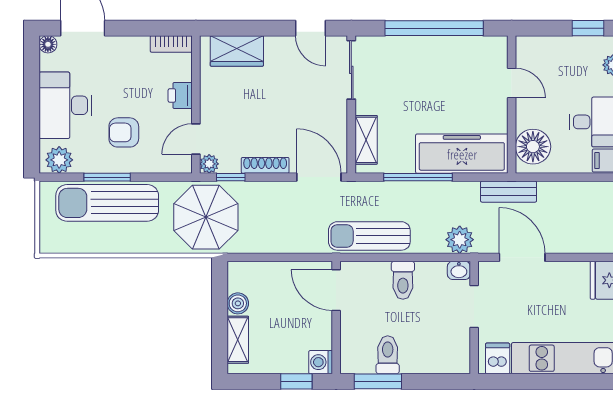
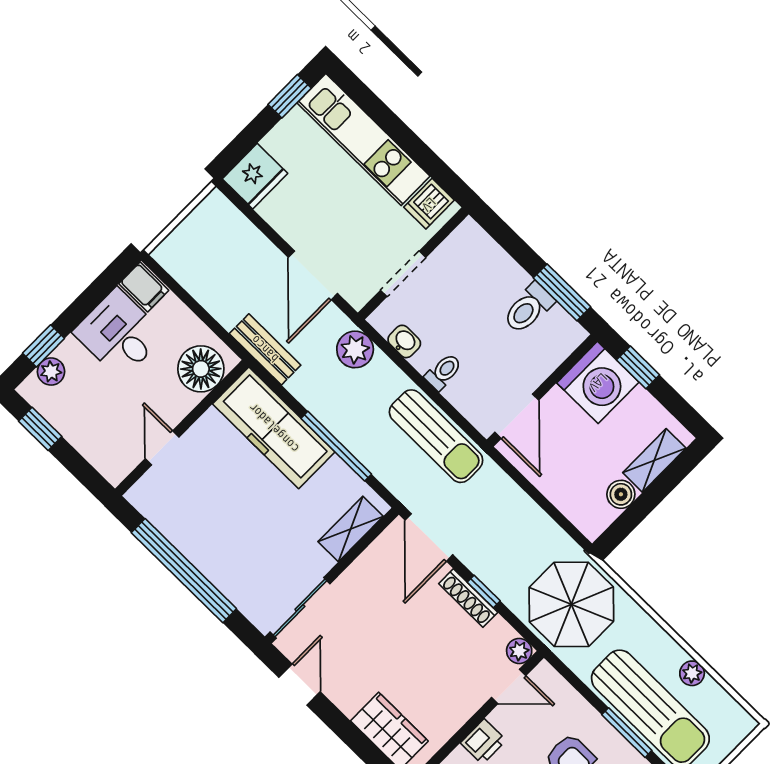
window: (231, 177) -> (484, 592), moved
plant: (103, 244) -> (692, 673), added
washbasin: (459, 270) -> (404, 341), moved
toilet: (403, 280) -> (443, 372), width x0.73, depth x0.72
washing machine: (321, 362) -> (598, 382), width x1.89, depth x1.89

